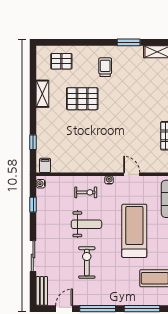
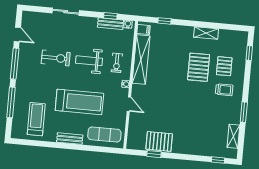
window: (61, 42) -> (249, 53), added
pallet: (61, 61) -> (224, 66), moved
shelving: (79, 165) -> (141, 60), added
door: (132, 174) -> (129, 104), hinge flipped
weight bench: (86, 224) -> (89, 61), turned 90
bench: (42, 291) -> (110, 24), moved

